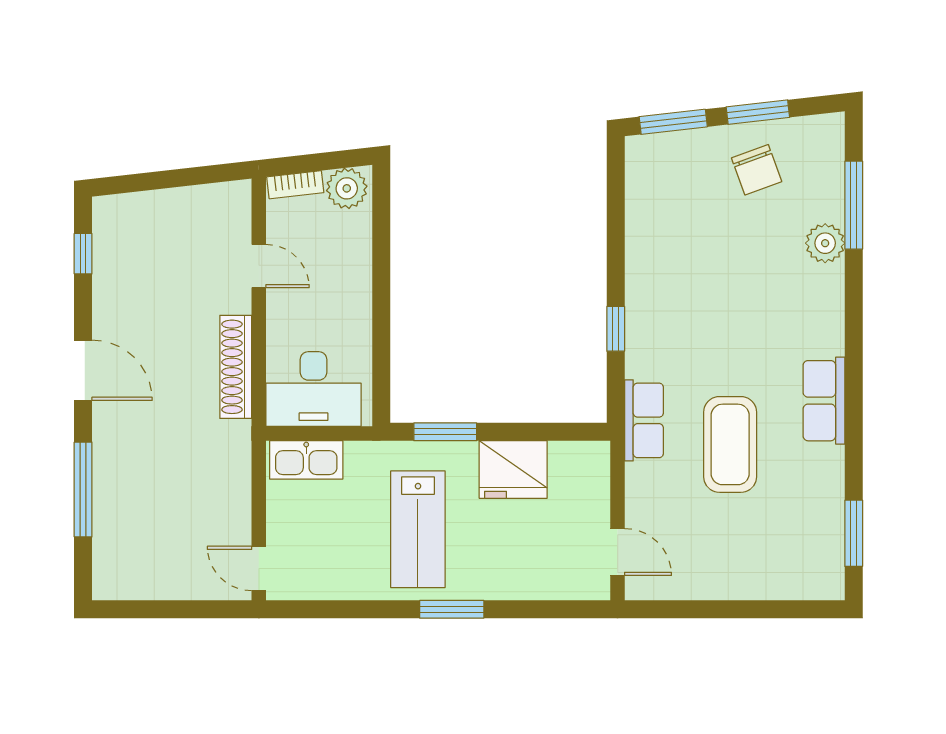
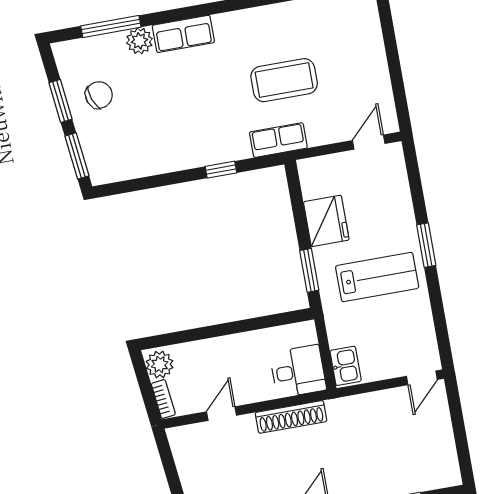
desk: (313, 389) -> (298, 371), width x0.73
row of seats: (824, 401) -> (183, 34), moved
kitchen sink: (306, 460) -> (346, 366), width x0.73

